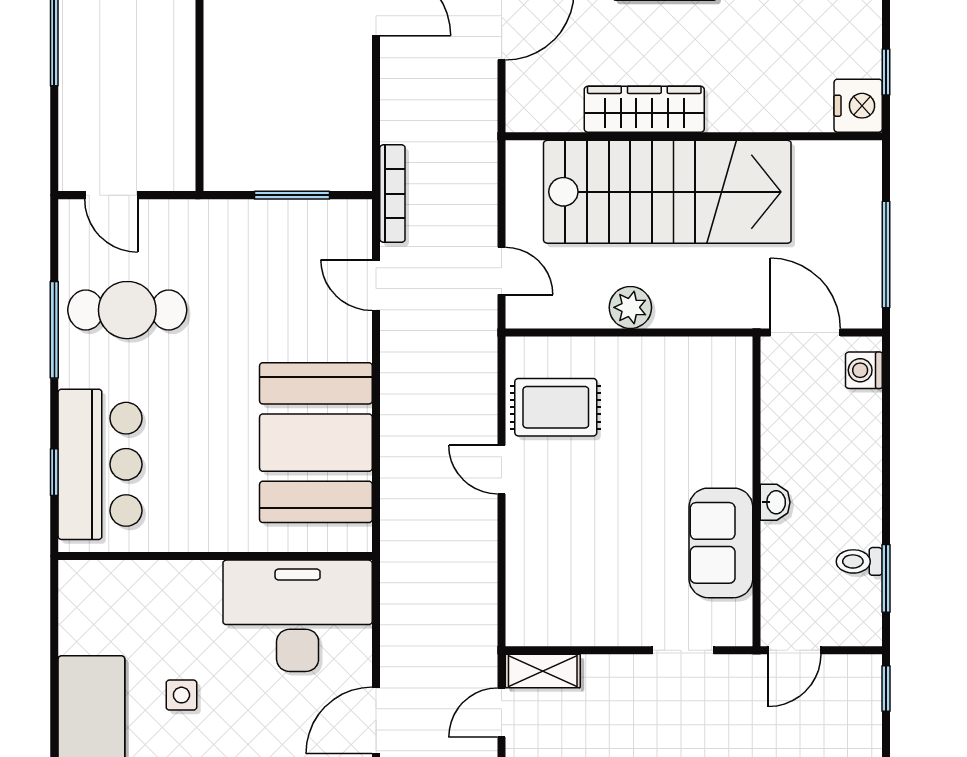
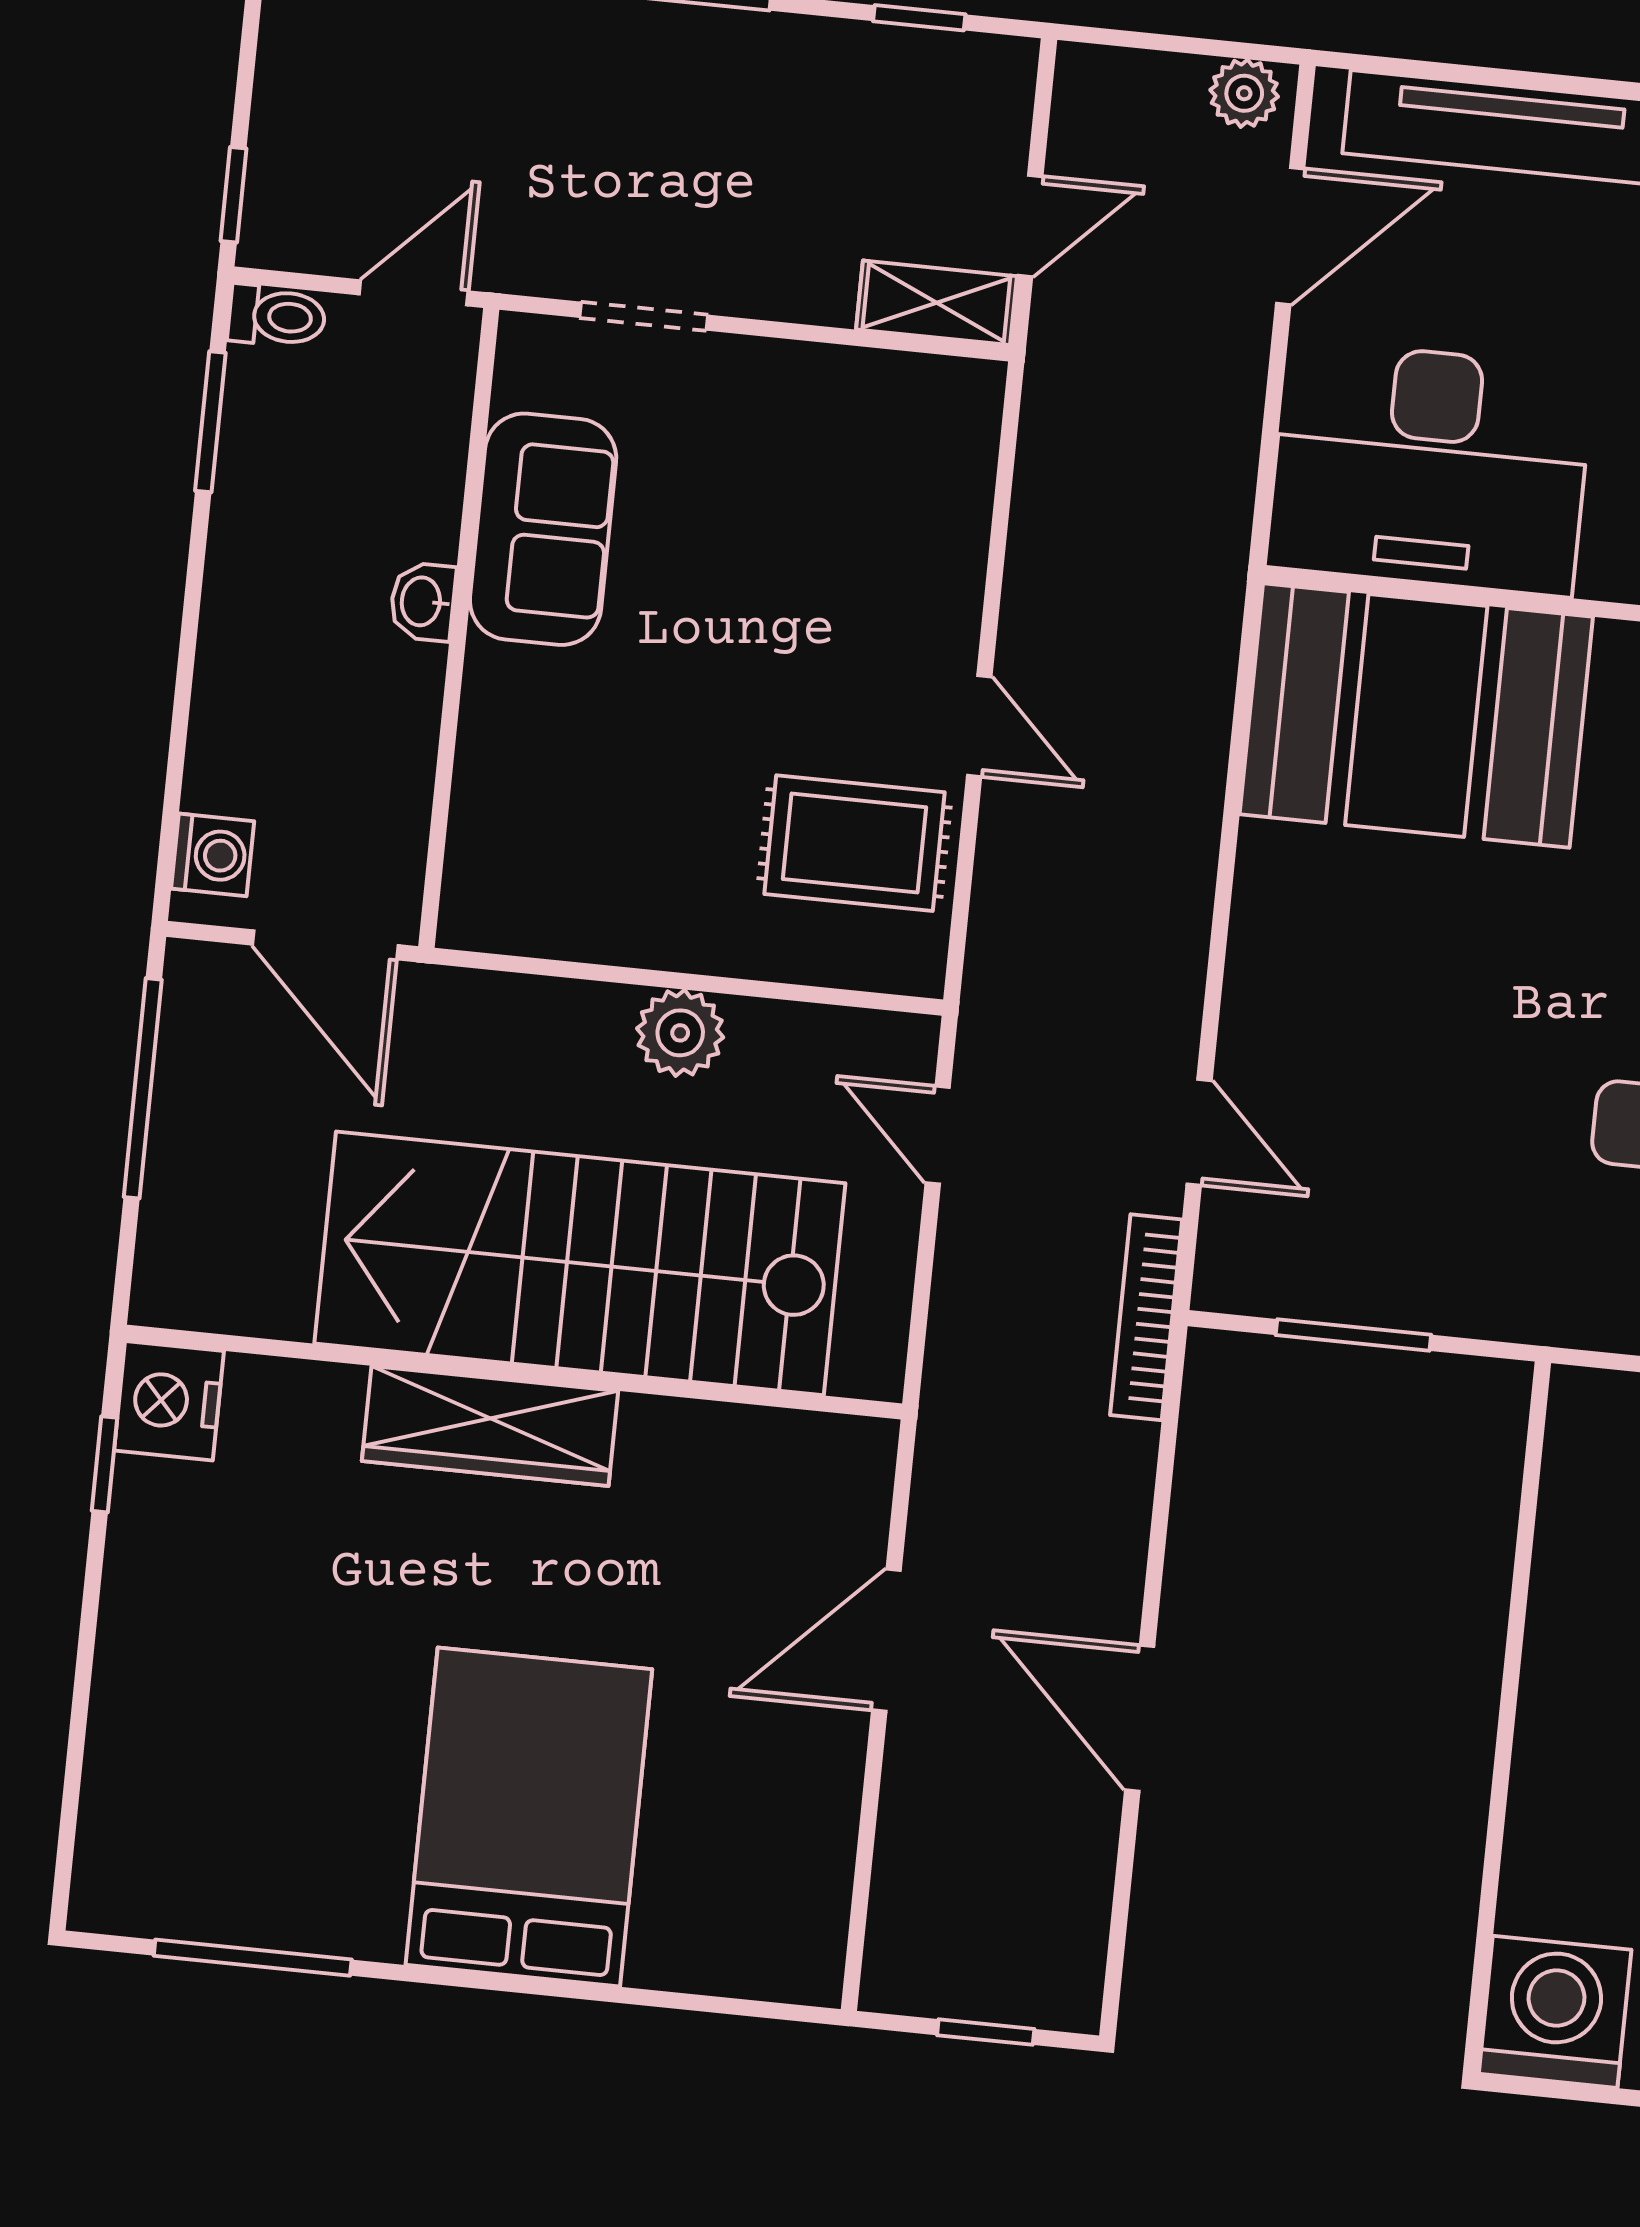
wardrobe: (644, 109) -> (490, 1426), moved
booth: (316, 443) -> (1416, 716), moved, turned 90
toilet: (859, 561) -> (277, 316), moved

